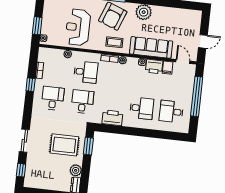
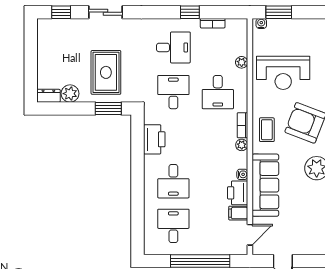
reception desk: (78, 27) -> (283, 73), turned 180
desk: (82, 102) -> (173, 92), turned -90

